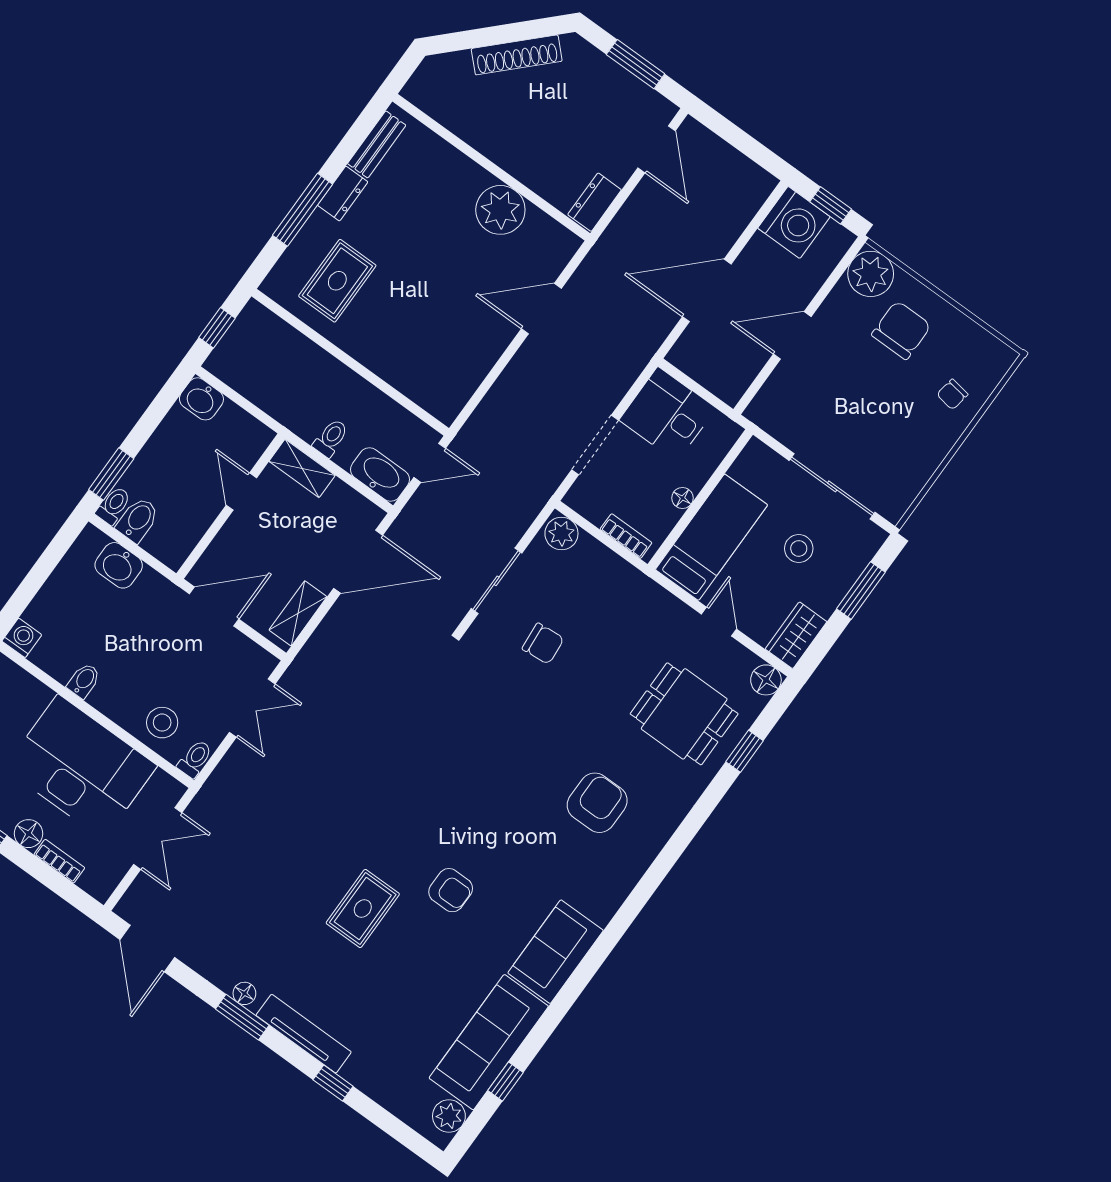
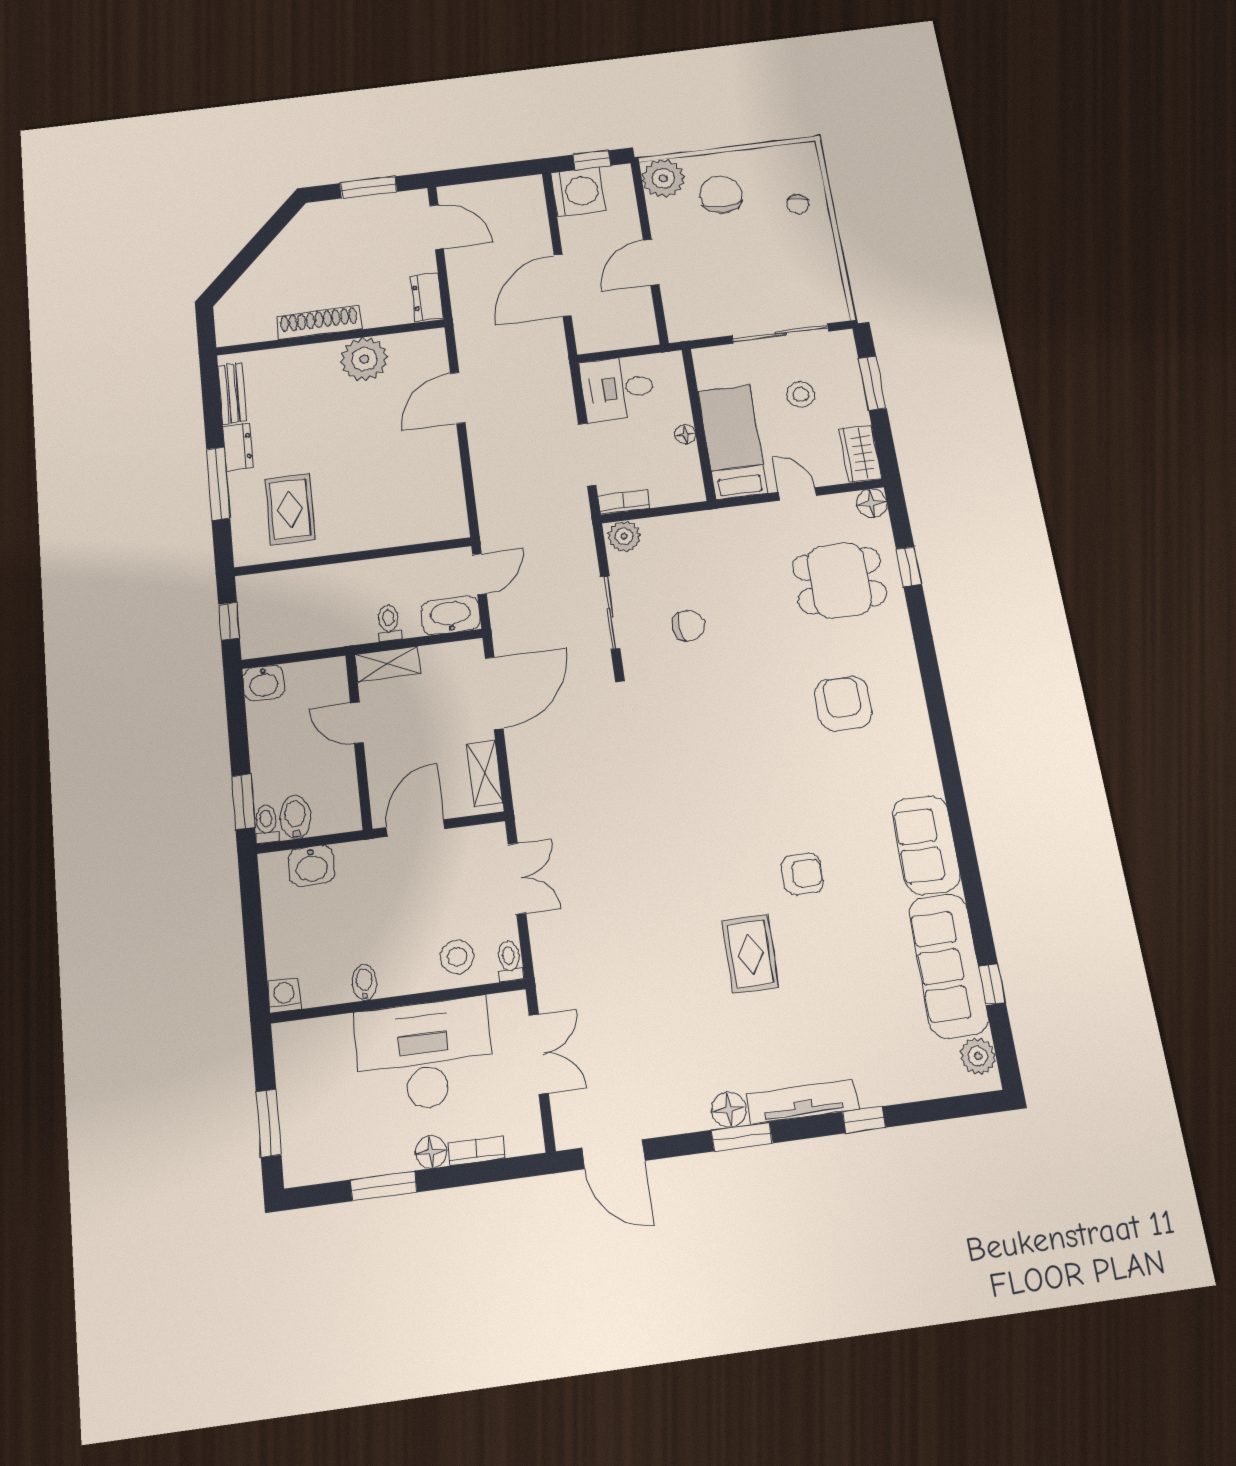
shoe rack: (517, 55) -> (319, 323), moved, turned -135
bookcase: (626, 536) -> (624, 502), moved
floor lamp: (244, 993) -> (729, 1109), width x1.37, depth x1.37

